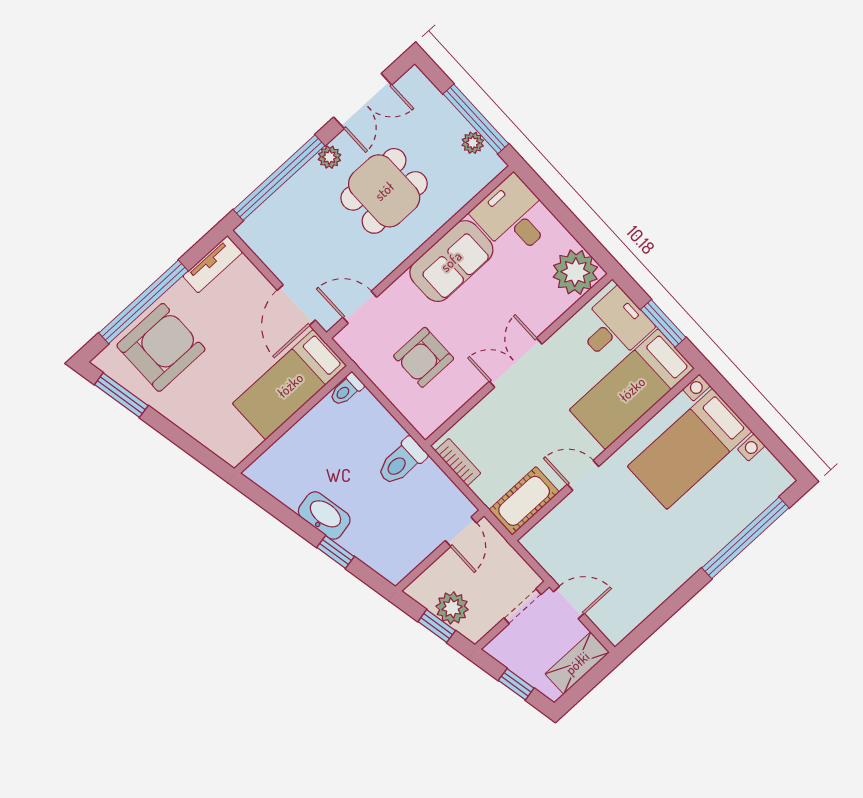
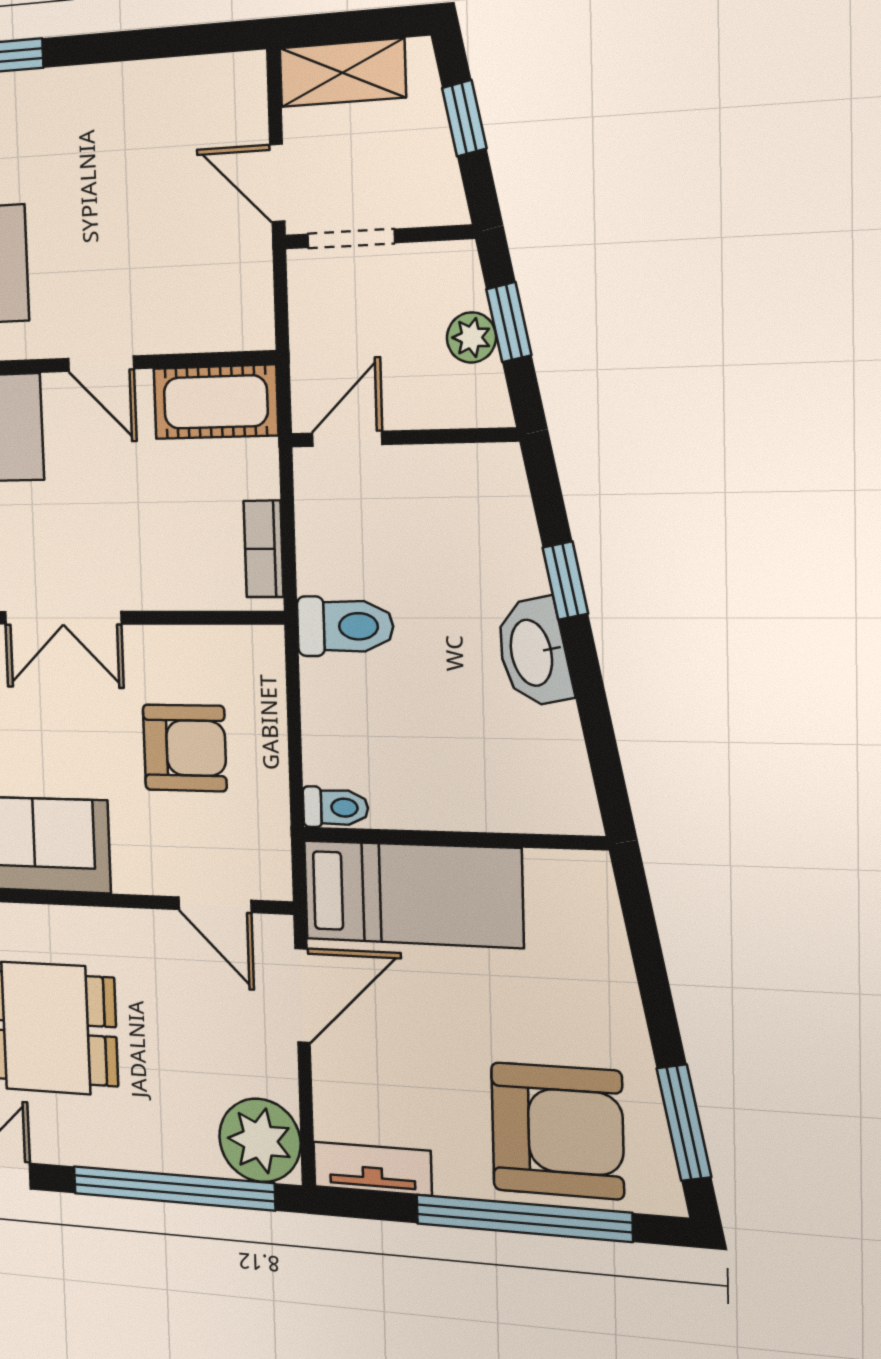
plant: (329, 157) -> (260, 1140), moved, width x1.88, depth x1.88
armchair: (161, 347) -> (557, 1131), turned 180
plant: (452, 608) -> (471, 337), width x0.73, depth x0.73

